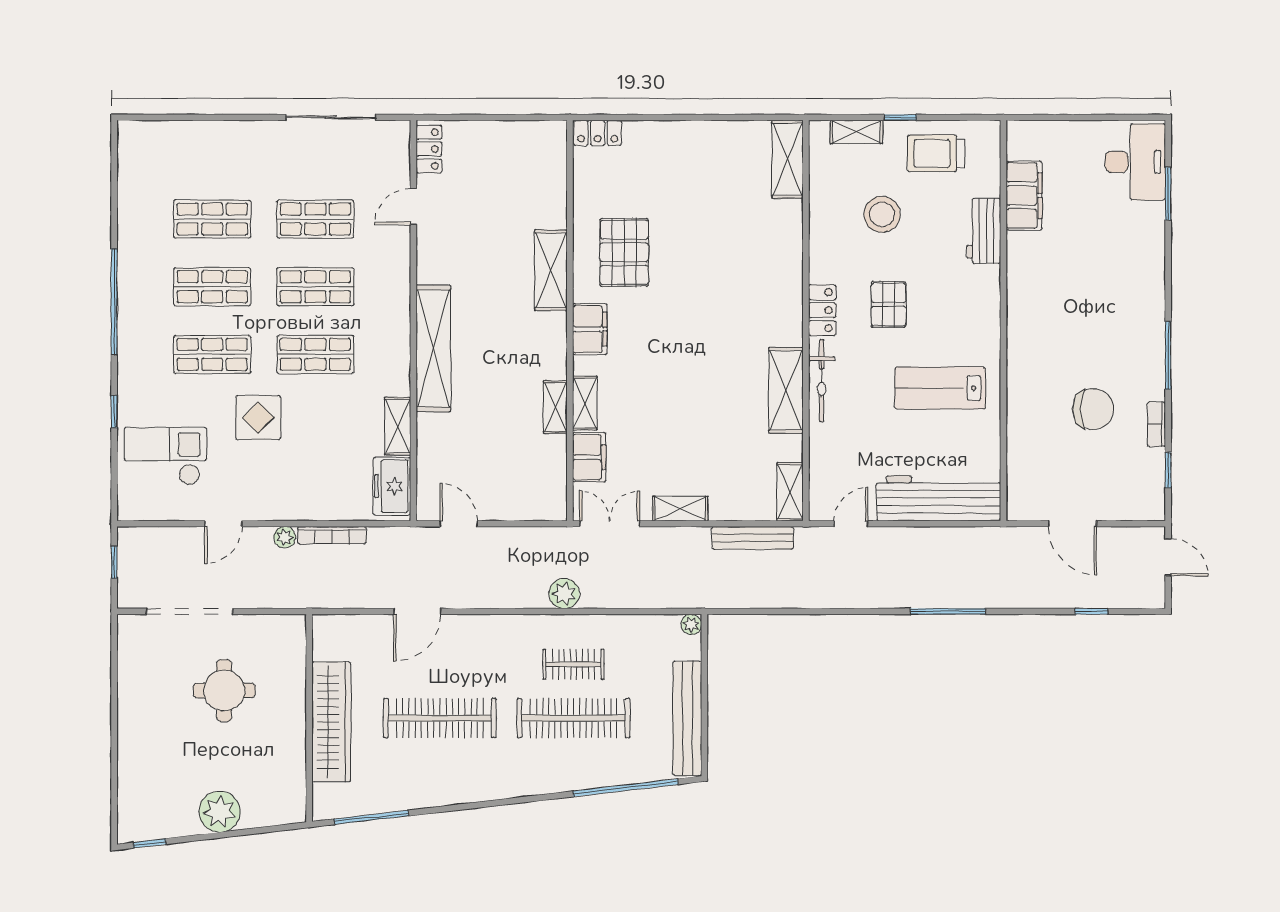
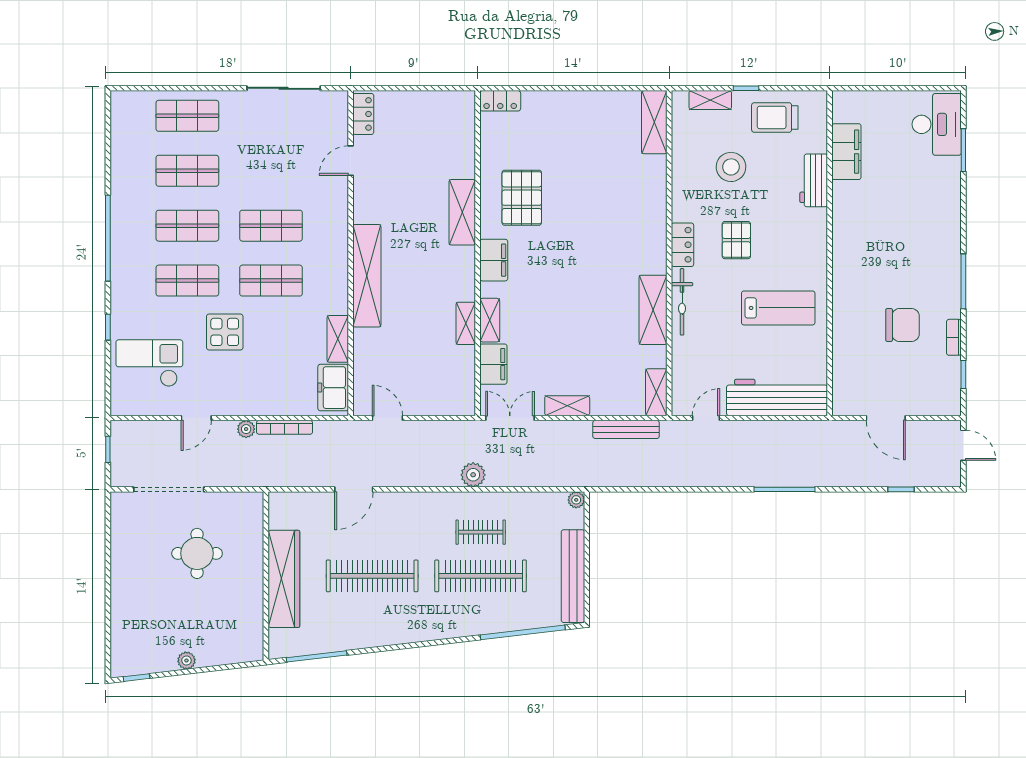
shop shelf: (315, 219) -> (187, 116), moved
lab bench: (940, 388) -> (778, 308), turned 180
plant: (220, 812) -> (186, 661), width x0.53, depth x0.53

